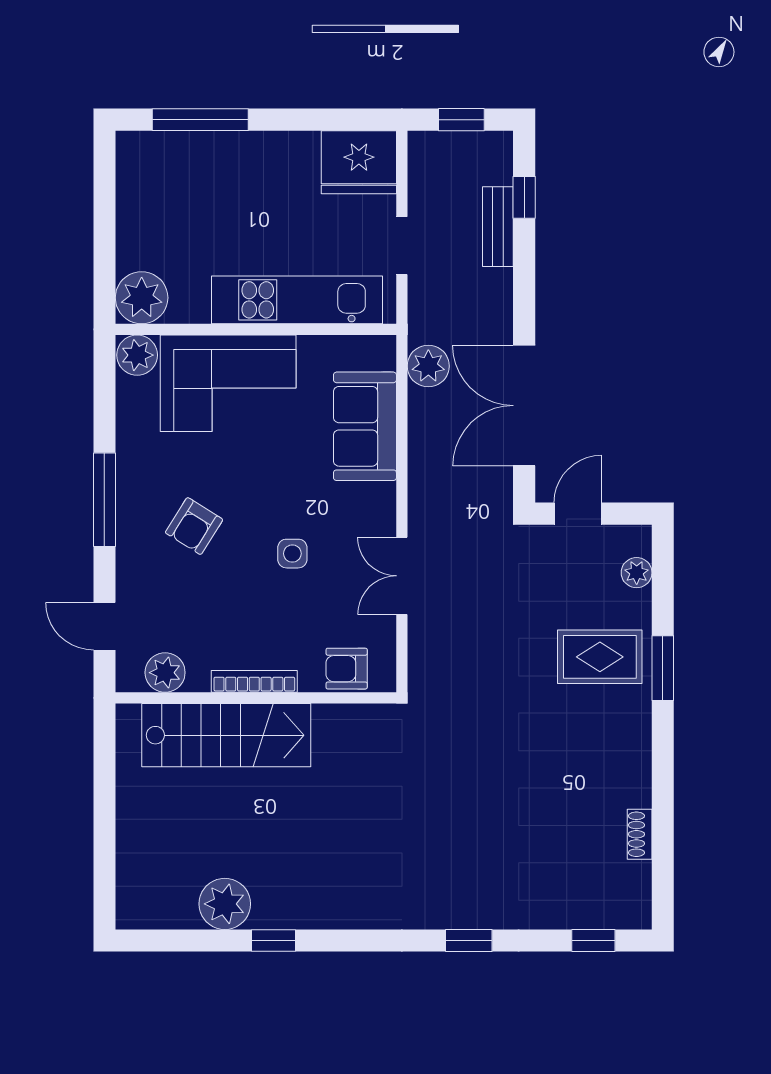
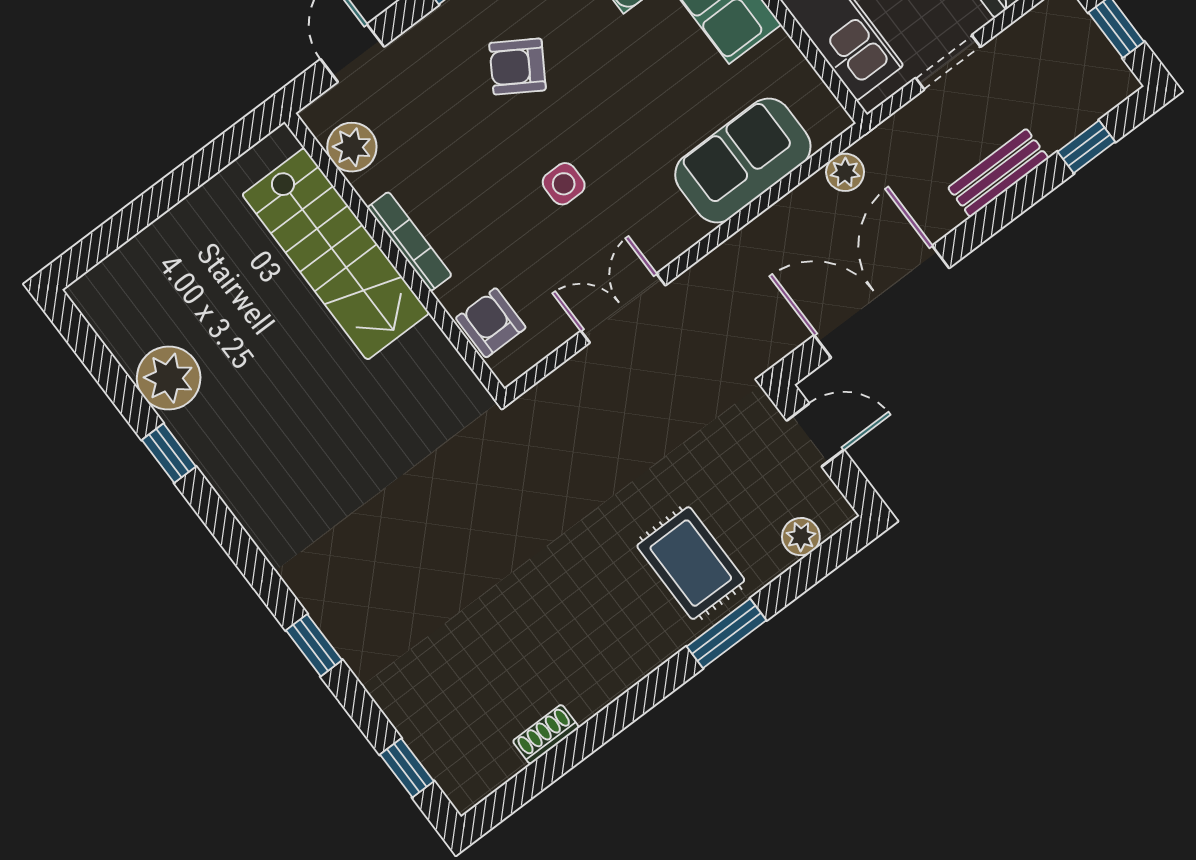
bench: (498, 227) -> (998, 173), moved
plant: (428, 366) -> (845, 172), width x0.73, depth x0.73

